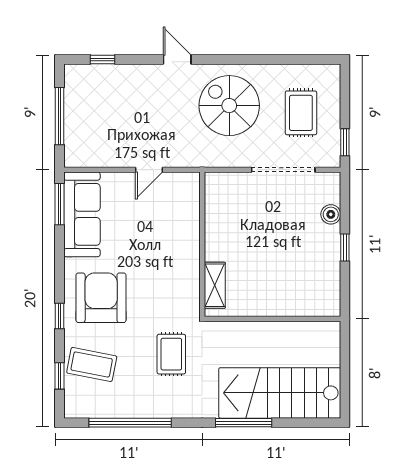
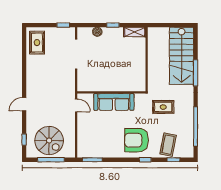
spiral stairs: (229, 106) -> (49, 141), moved, turned -90
rug: (301, 113) -> (37, 43), moved, turned 90
door: (149, 170) -> (76, 105), moved
sofa: (82, 214) -> (114, 102), moved, turned 180
shelving: (215, 285) -> (135, 32), moved

